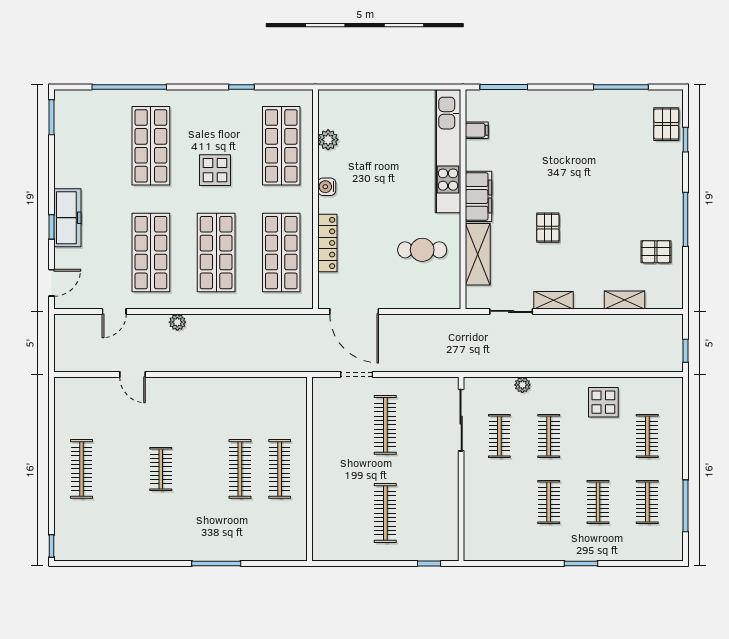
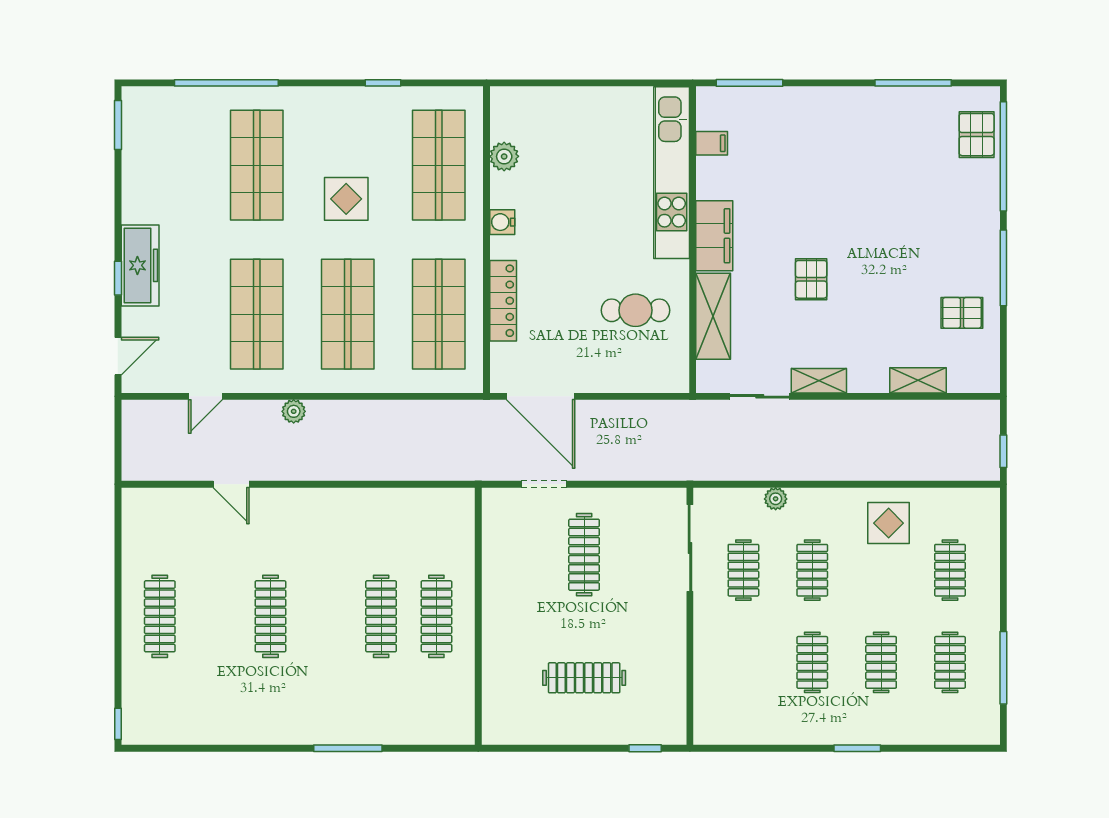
window: (686, 140) -> (1003, 156), width x3.17
clothes rail: (161, 469) -> (270, 616), width x1.36
clothes rail: (385, 513) -> (584, 678), turned 90

